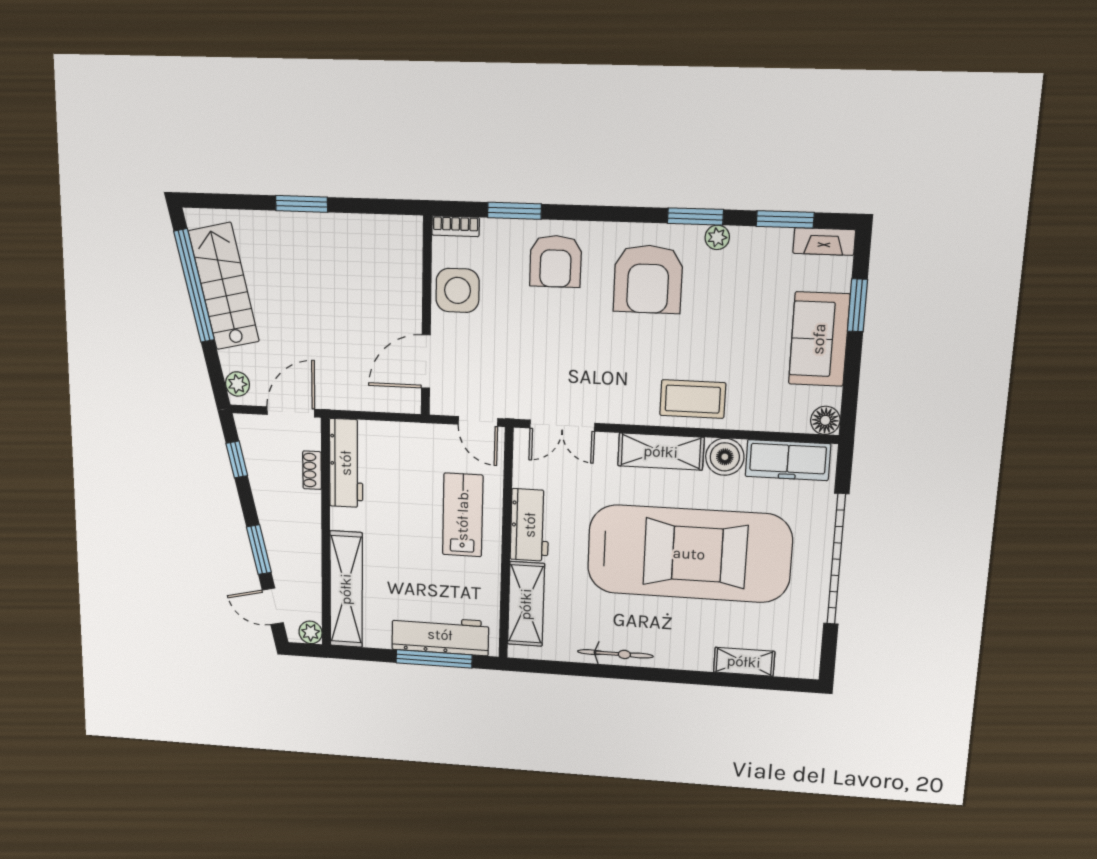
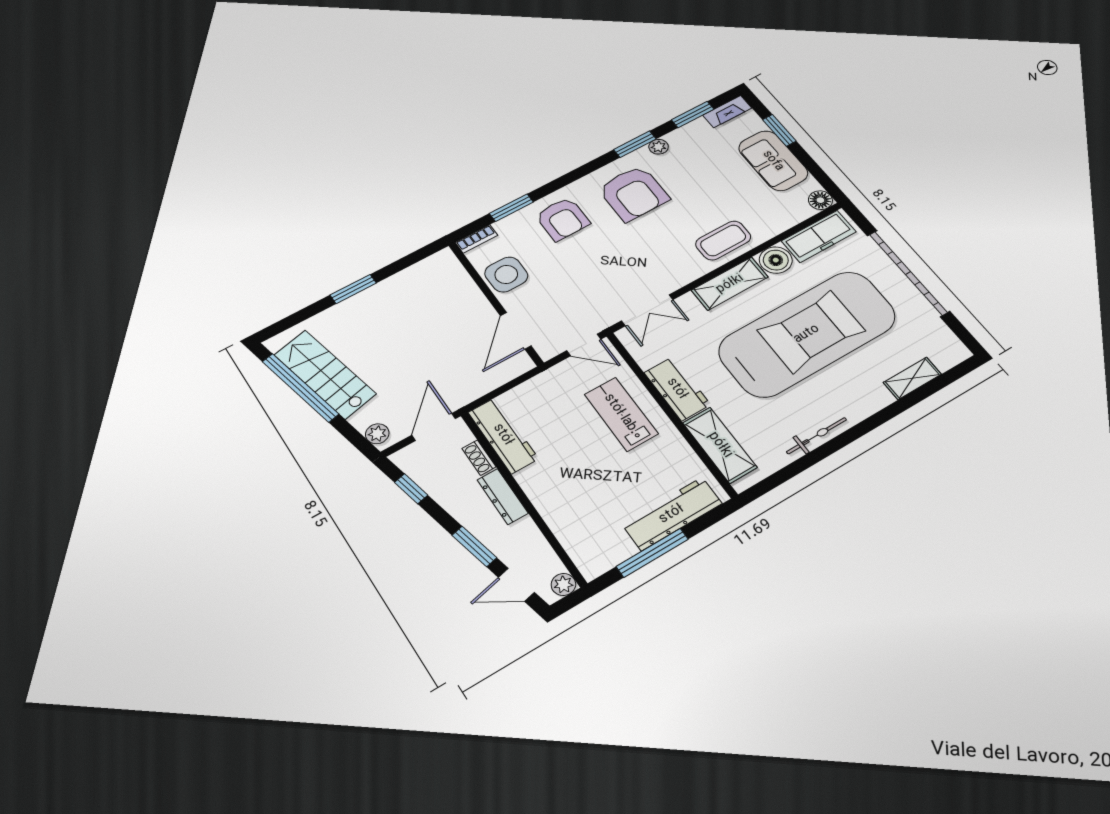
dresser: (310, 521) -> (503, 496), added
shelving: (346, 589) -> (569, 529), removed
window: (434, 659) -> (652, 553), moved

